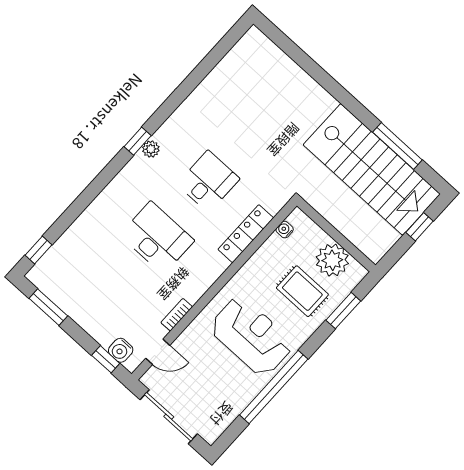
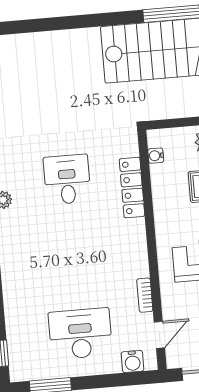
desk: (157, 238) -> (80, 334), moved
window: (106, 359) -> (129, 379), removed

